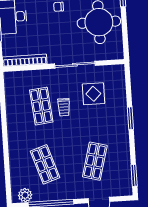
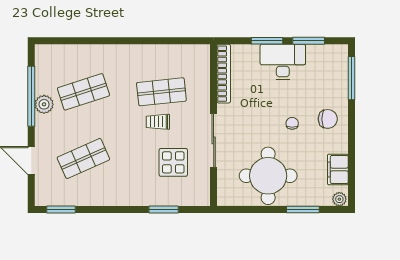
window: (130, 118) -> (164, 209), moved
shop shelf: (95, 161) -> (83, 158), turned -39
plant: (25, 195) -> (44, 104), moved

